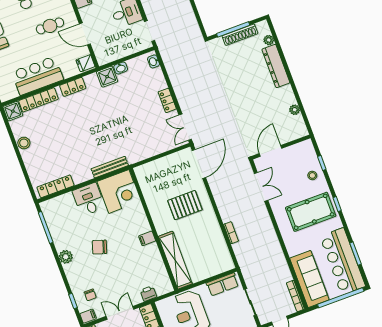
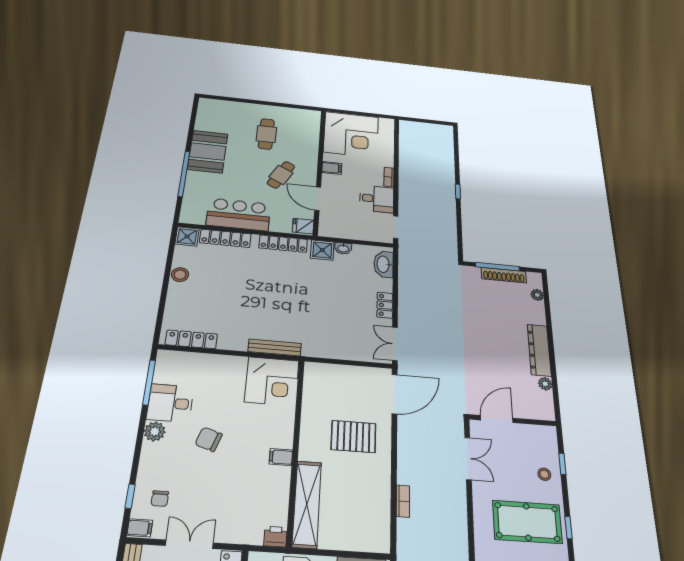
cafe table: (50, 26) -> (281, 175), turned -62
washbasin: (154, 61) -> (384, 264), width x1.91, depth x1.45
dresser: (276, 66) -> (539, 350), moved
locker: (73, 87) -> (283, 244), width x1.53
desk: (89, 199) -> (170, 403), moved, turned -90
printer: (148, 294) -> (275, 537), moved

